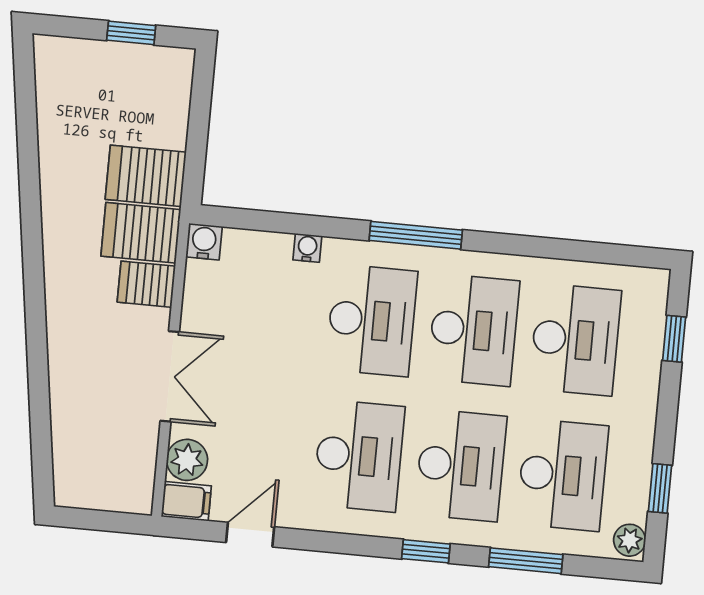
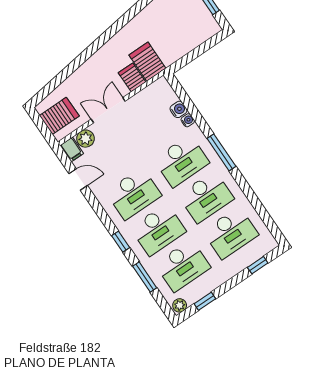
server rack: (146, 176) -> (59, 116), moved, turned 90
water cooler: (204, 242) -> (179, 109), moved
double door: (170, 376) -> (108, 110), swing flipped

